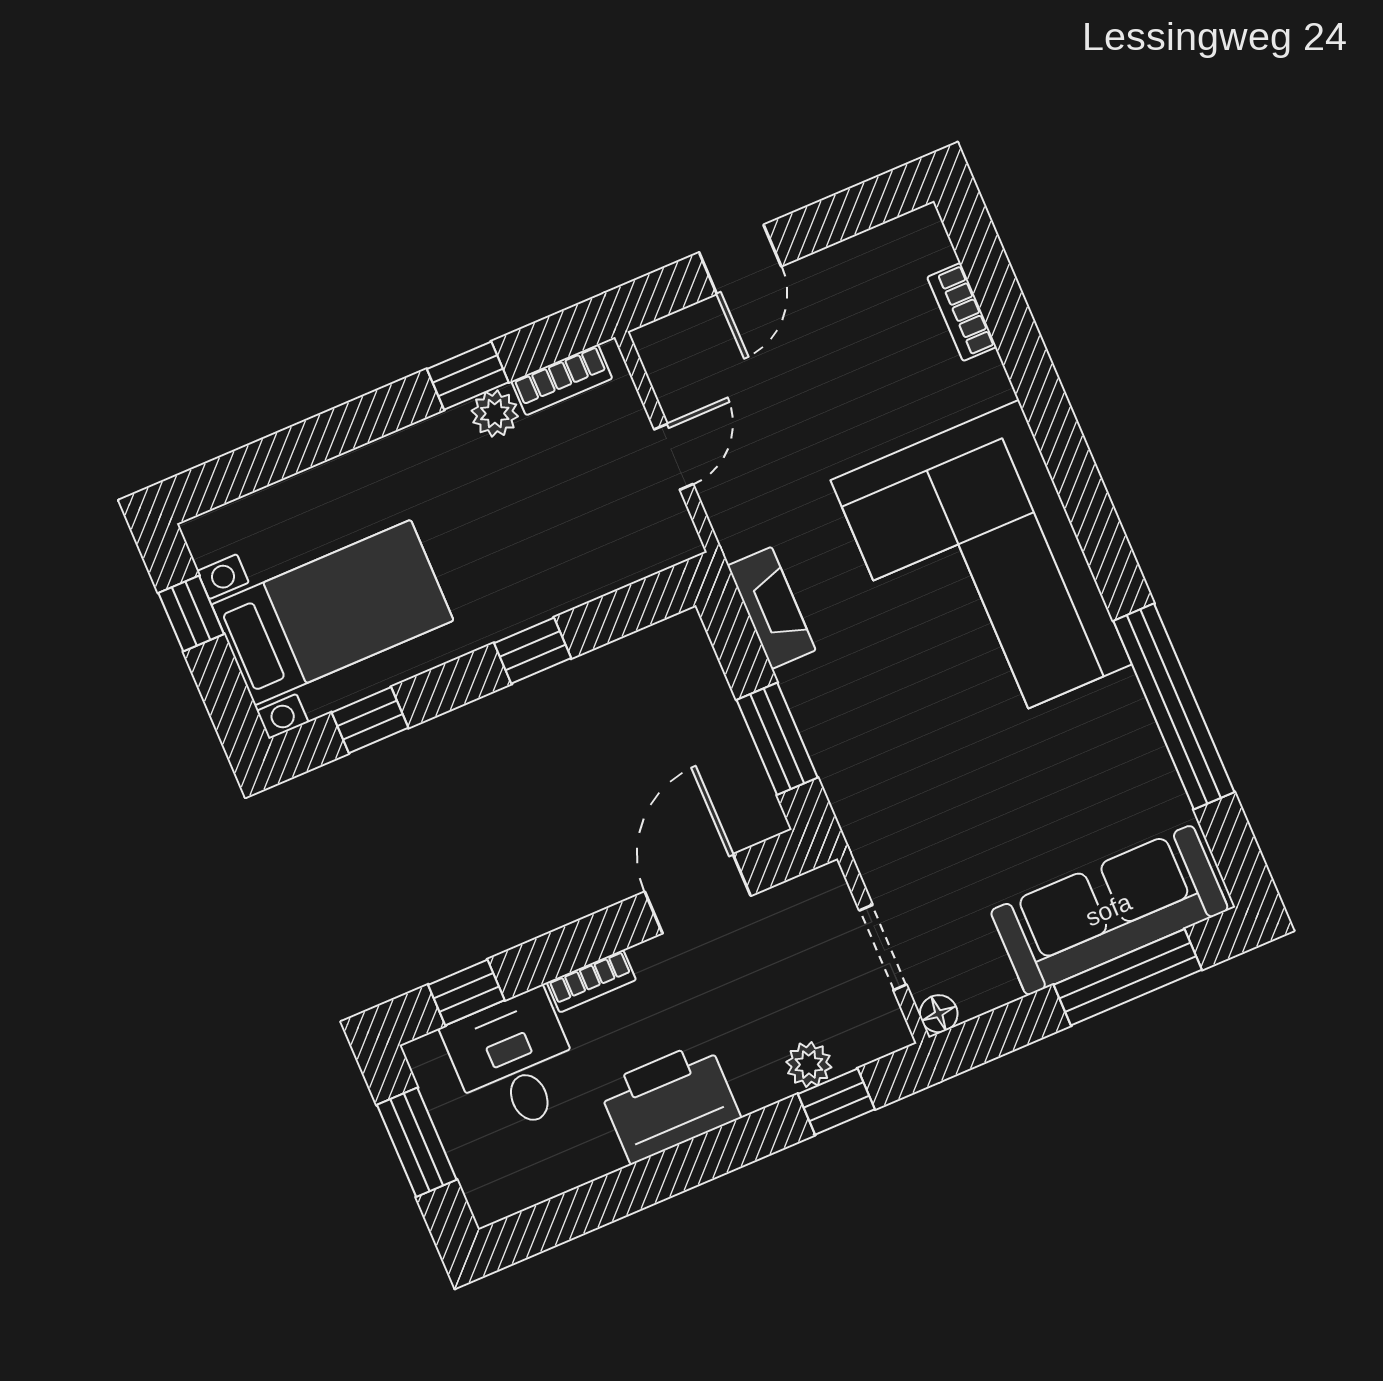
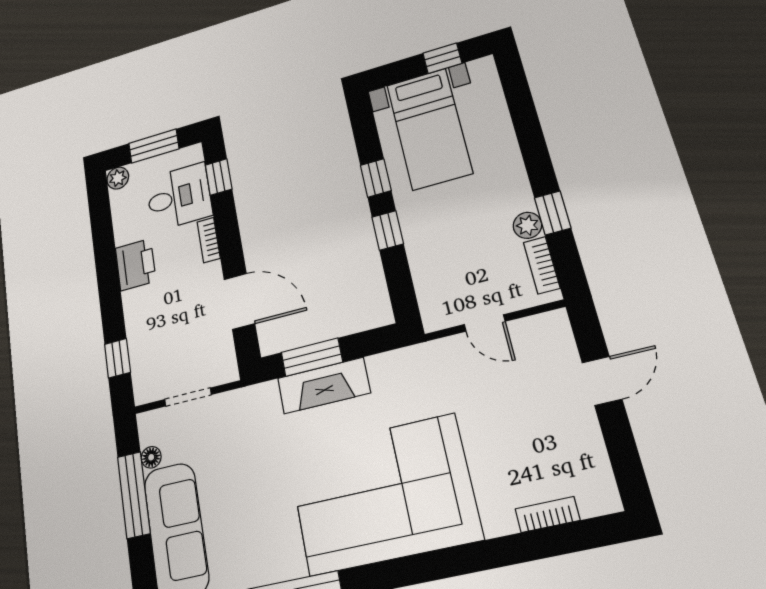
door: (740, 259) -> (602, 381), swing flipped
fireplace: (772, 608) -> (324, 386), moved, width x1.37, depth x1.32
window: (370, 720) -> (376, 178), moved
window: (1128, 977) -> (134, 495), moved
floor lamp: (939, 1014) -> (151, 457), moved
plant: (809, 1065) -> (118, 178), moved
printer: (669, 1102) -> (136, 265), width x0.73, depth x0.84

